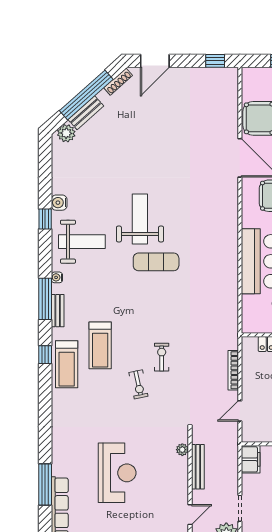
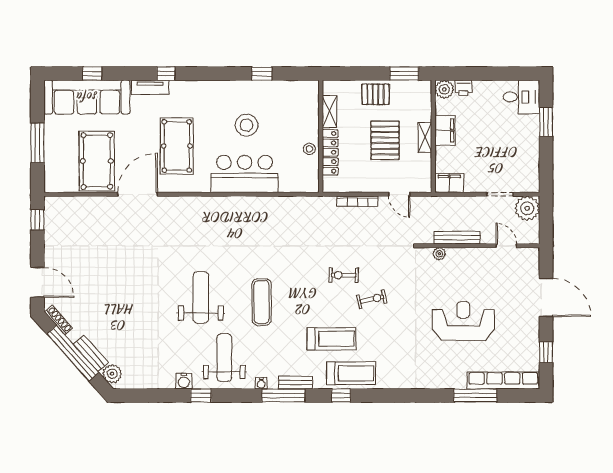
weight bench: (140, 219) -> (201, 297), turned 90
exercise mat: (156, 262) -> (262, 302), moved

